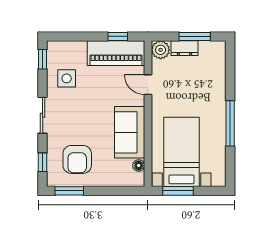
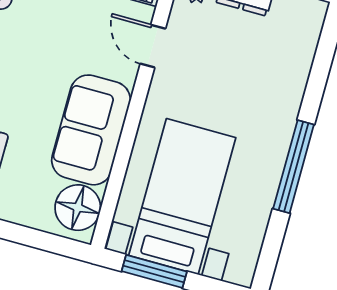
floor lamp: (139, 165) -> (78, 208), width x1.89, depth x1.89

